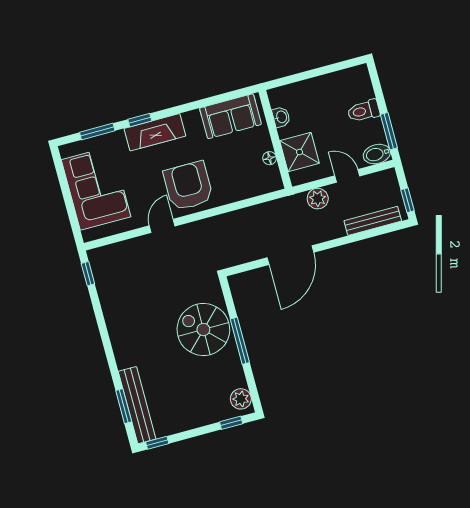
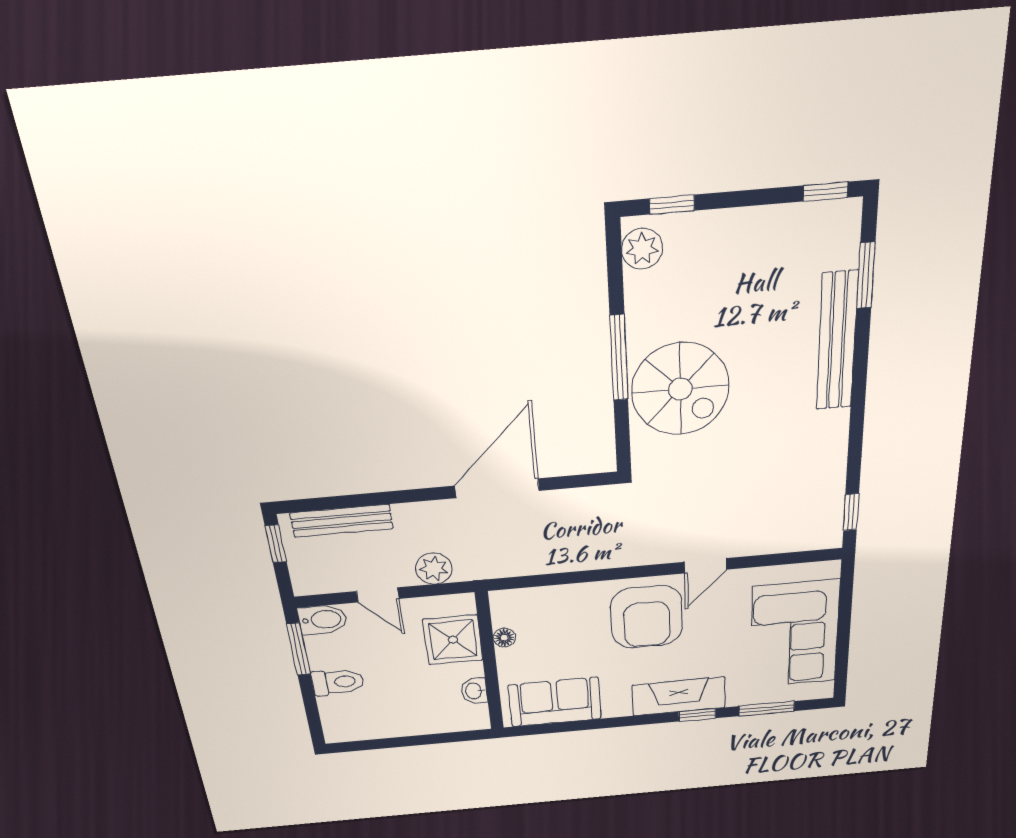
bench: (137, 405) -> (837, 341), moved

